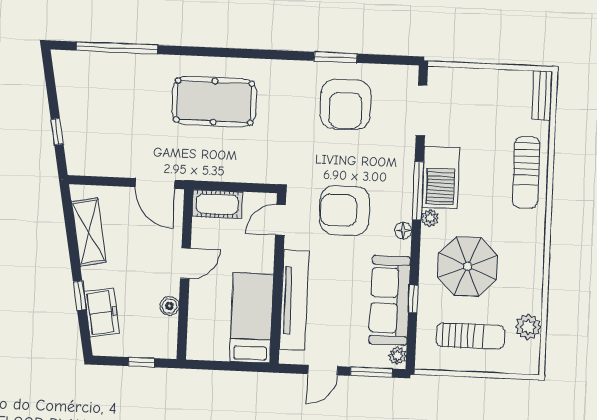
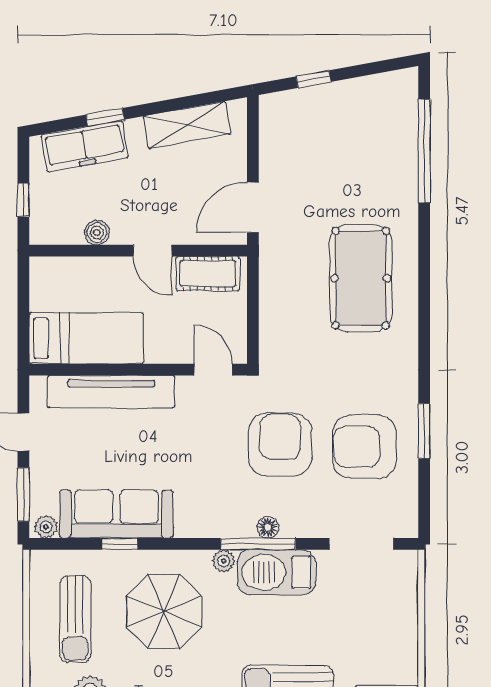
cot: (217, 204) -> (208, 274), moved, turned 90
armchair: (345, 210) -> (280, 445), moved
floor lamp: (403, 231) -> (268, 527), moved
freezer: (102, 313) -> (85, 146), width x1.40

